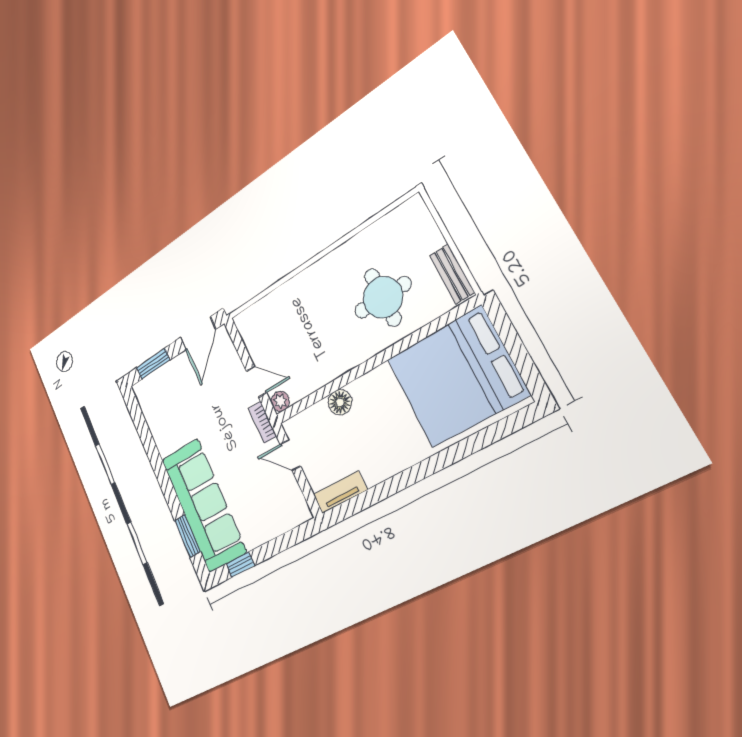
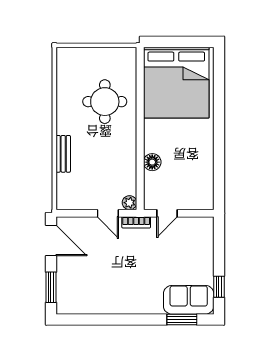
bench: (452, 274) -> (63, 154), moved, turned 90
door: (256, 382) -> (108, 213), swing flipped
tv unit: (340, 492) -> (207, 191), removed
sofa: (203, 505) -> (189, 300), width x0.54, depth x0.79

